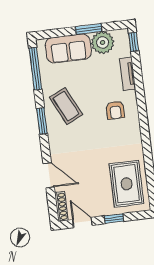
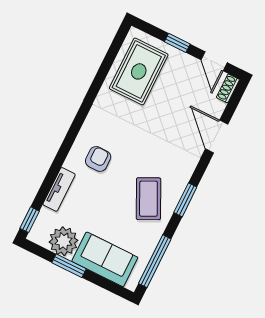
shoe rack: (61, 206) -> (228, 88), width x0.70

